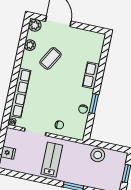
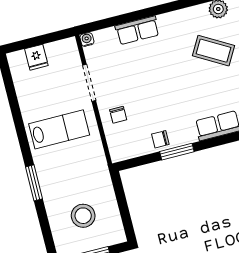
row of seats: (20, 93) -> (137, 30), width x0.50
stool: (98, 155) -> (83, 216), moved

